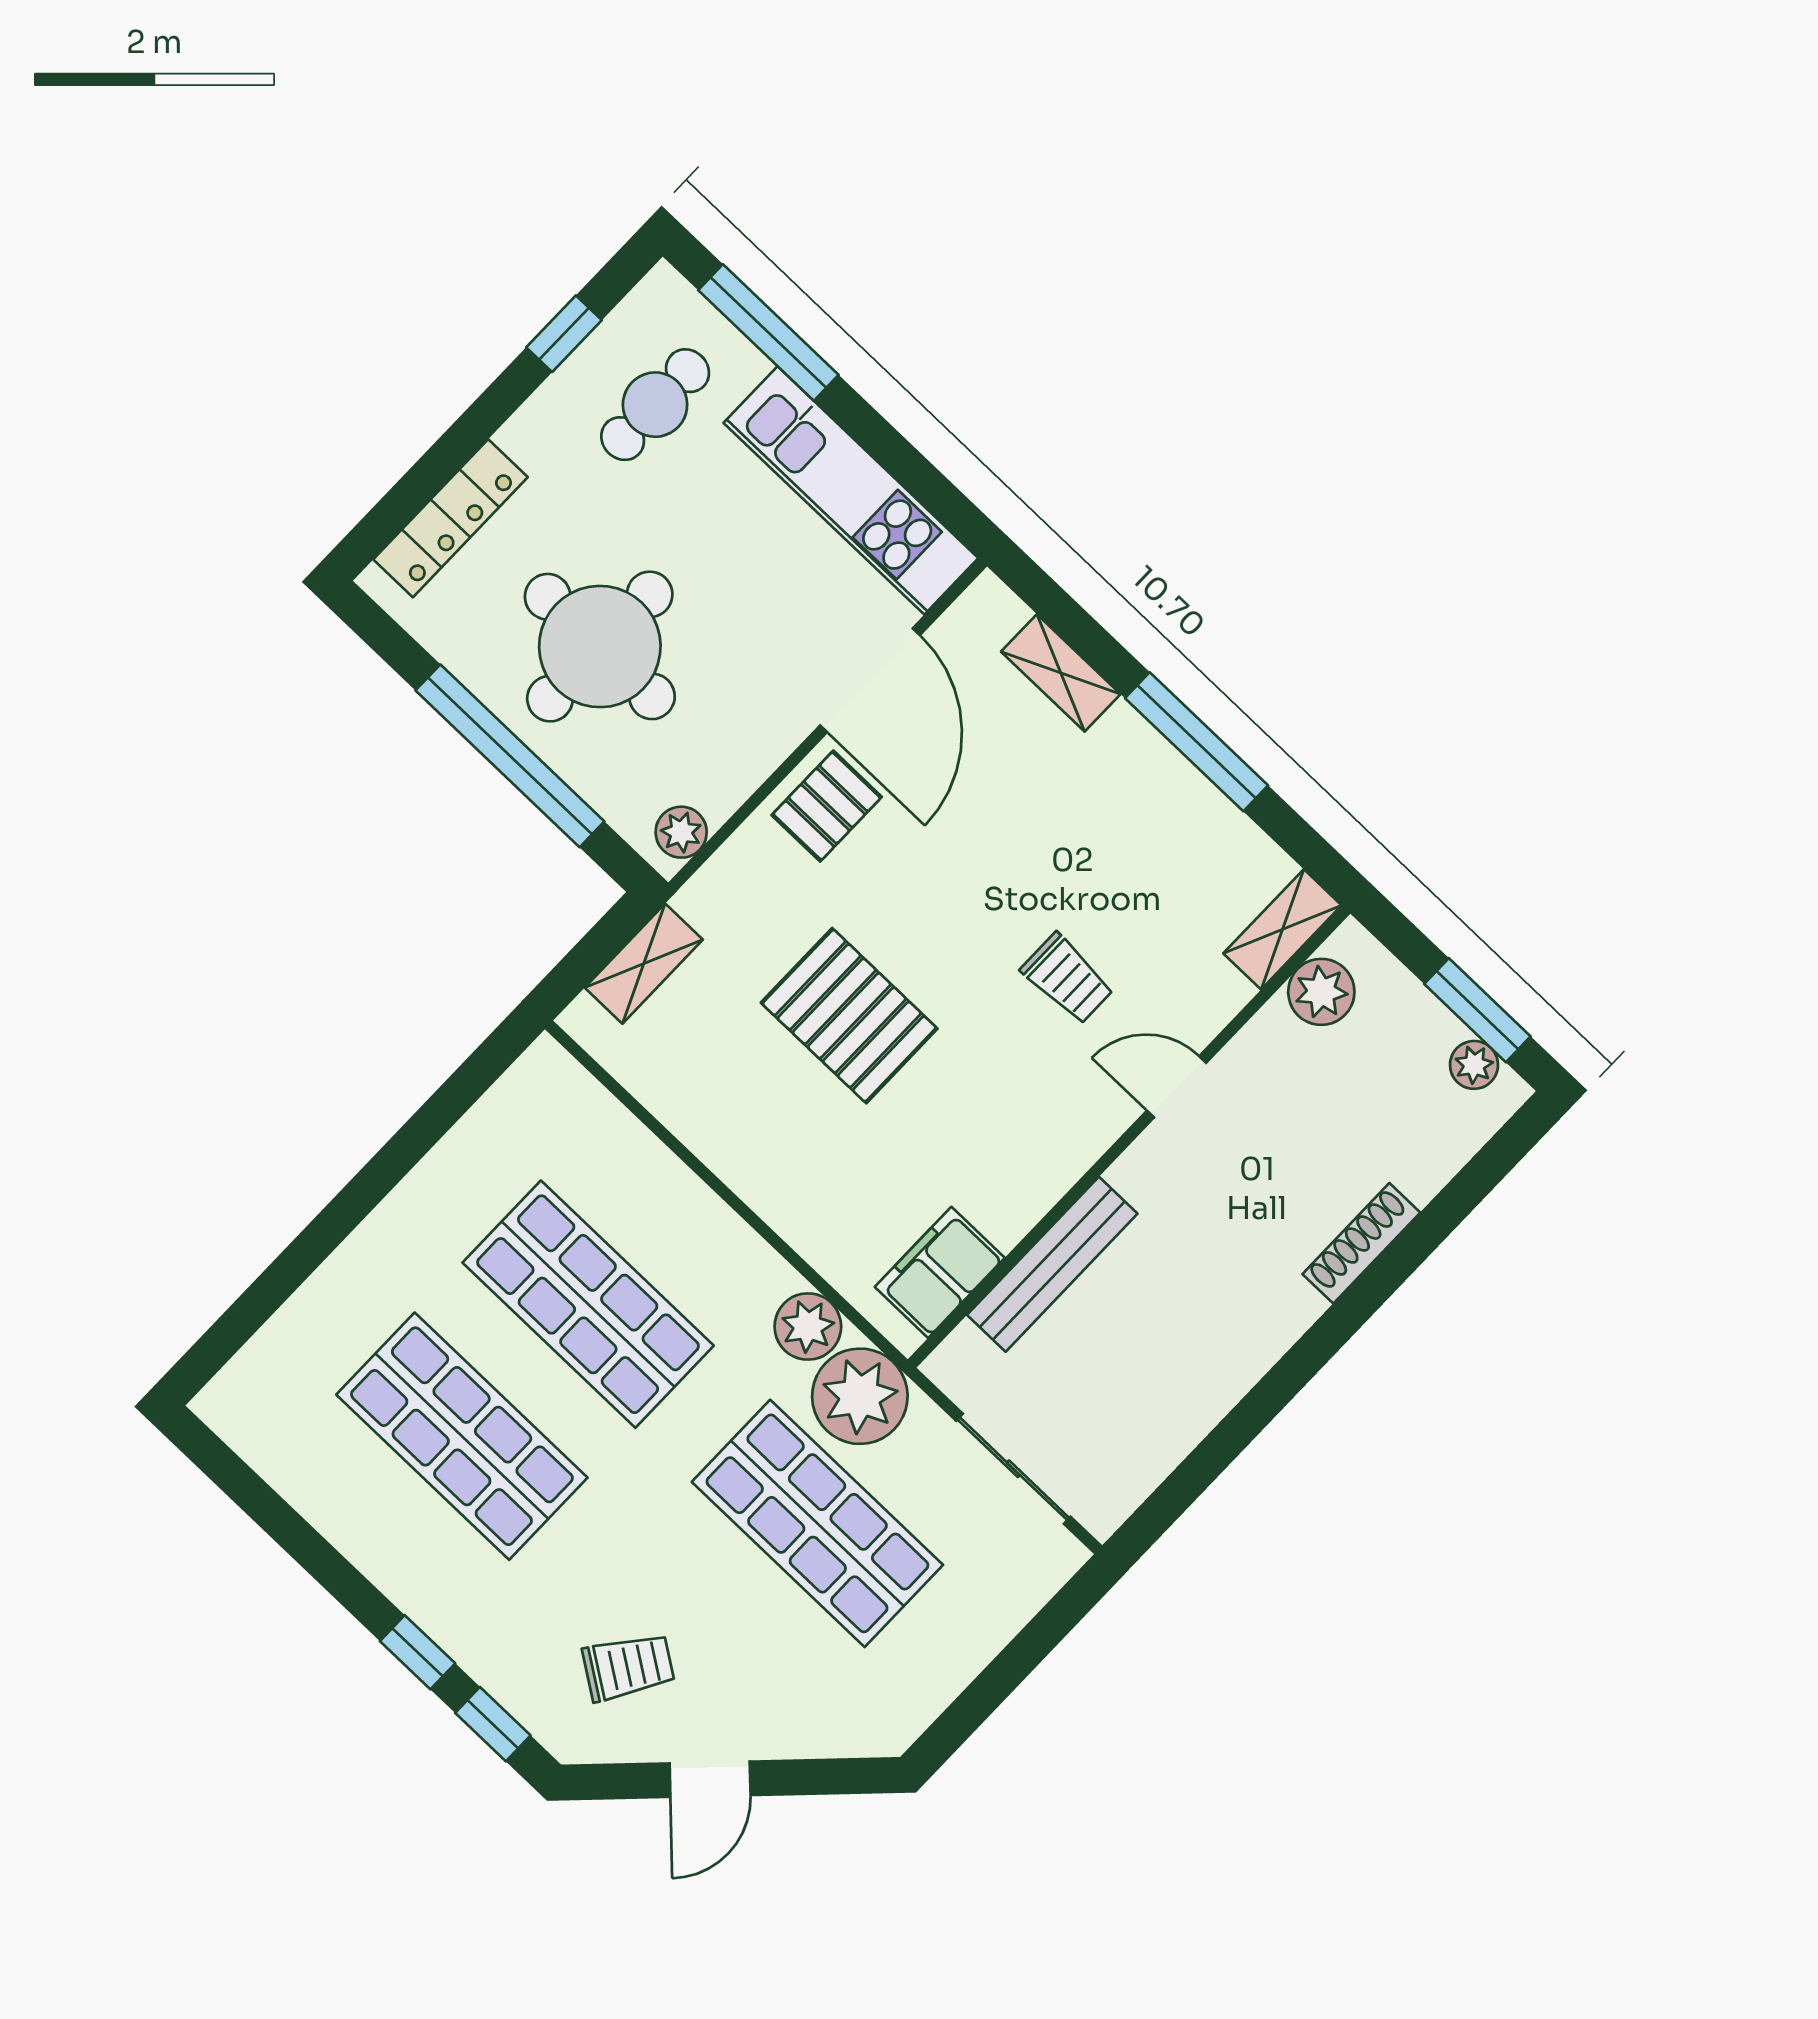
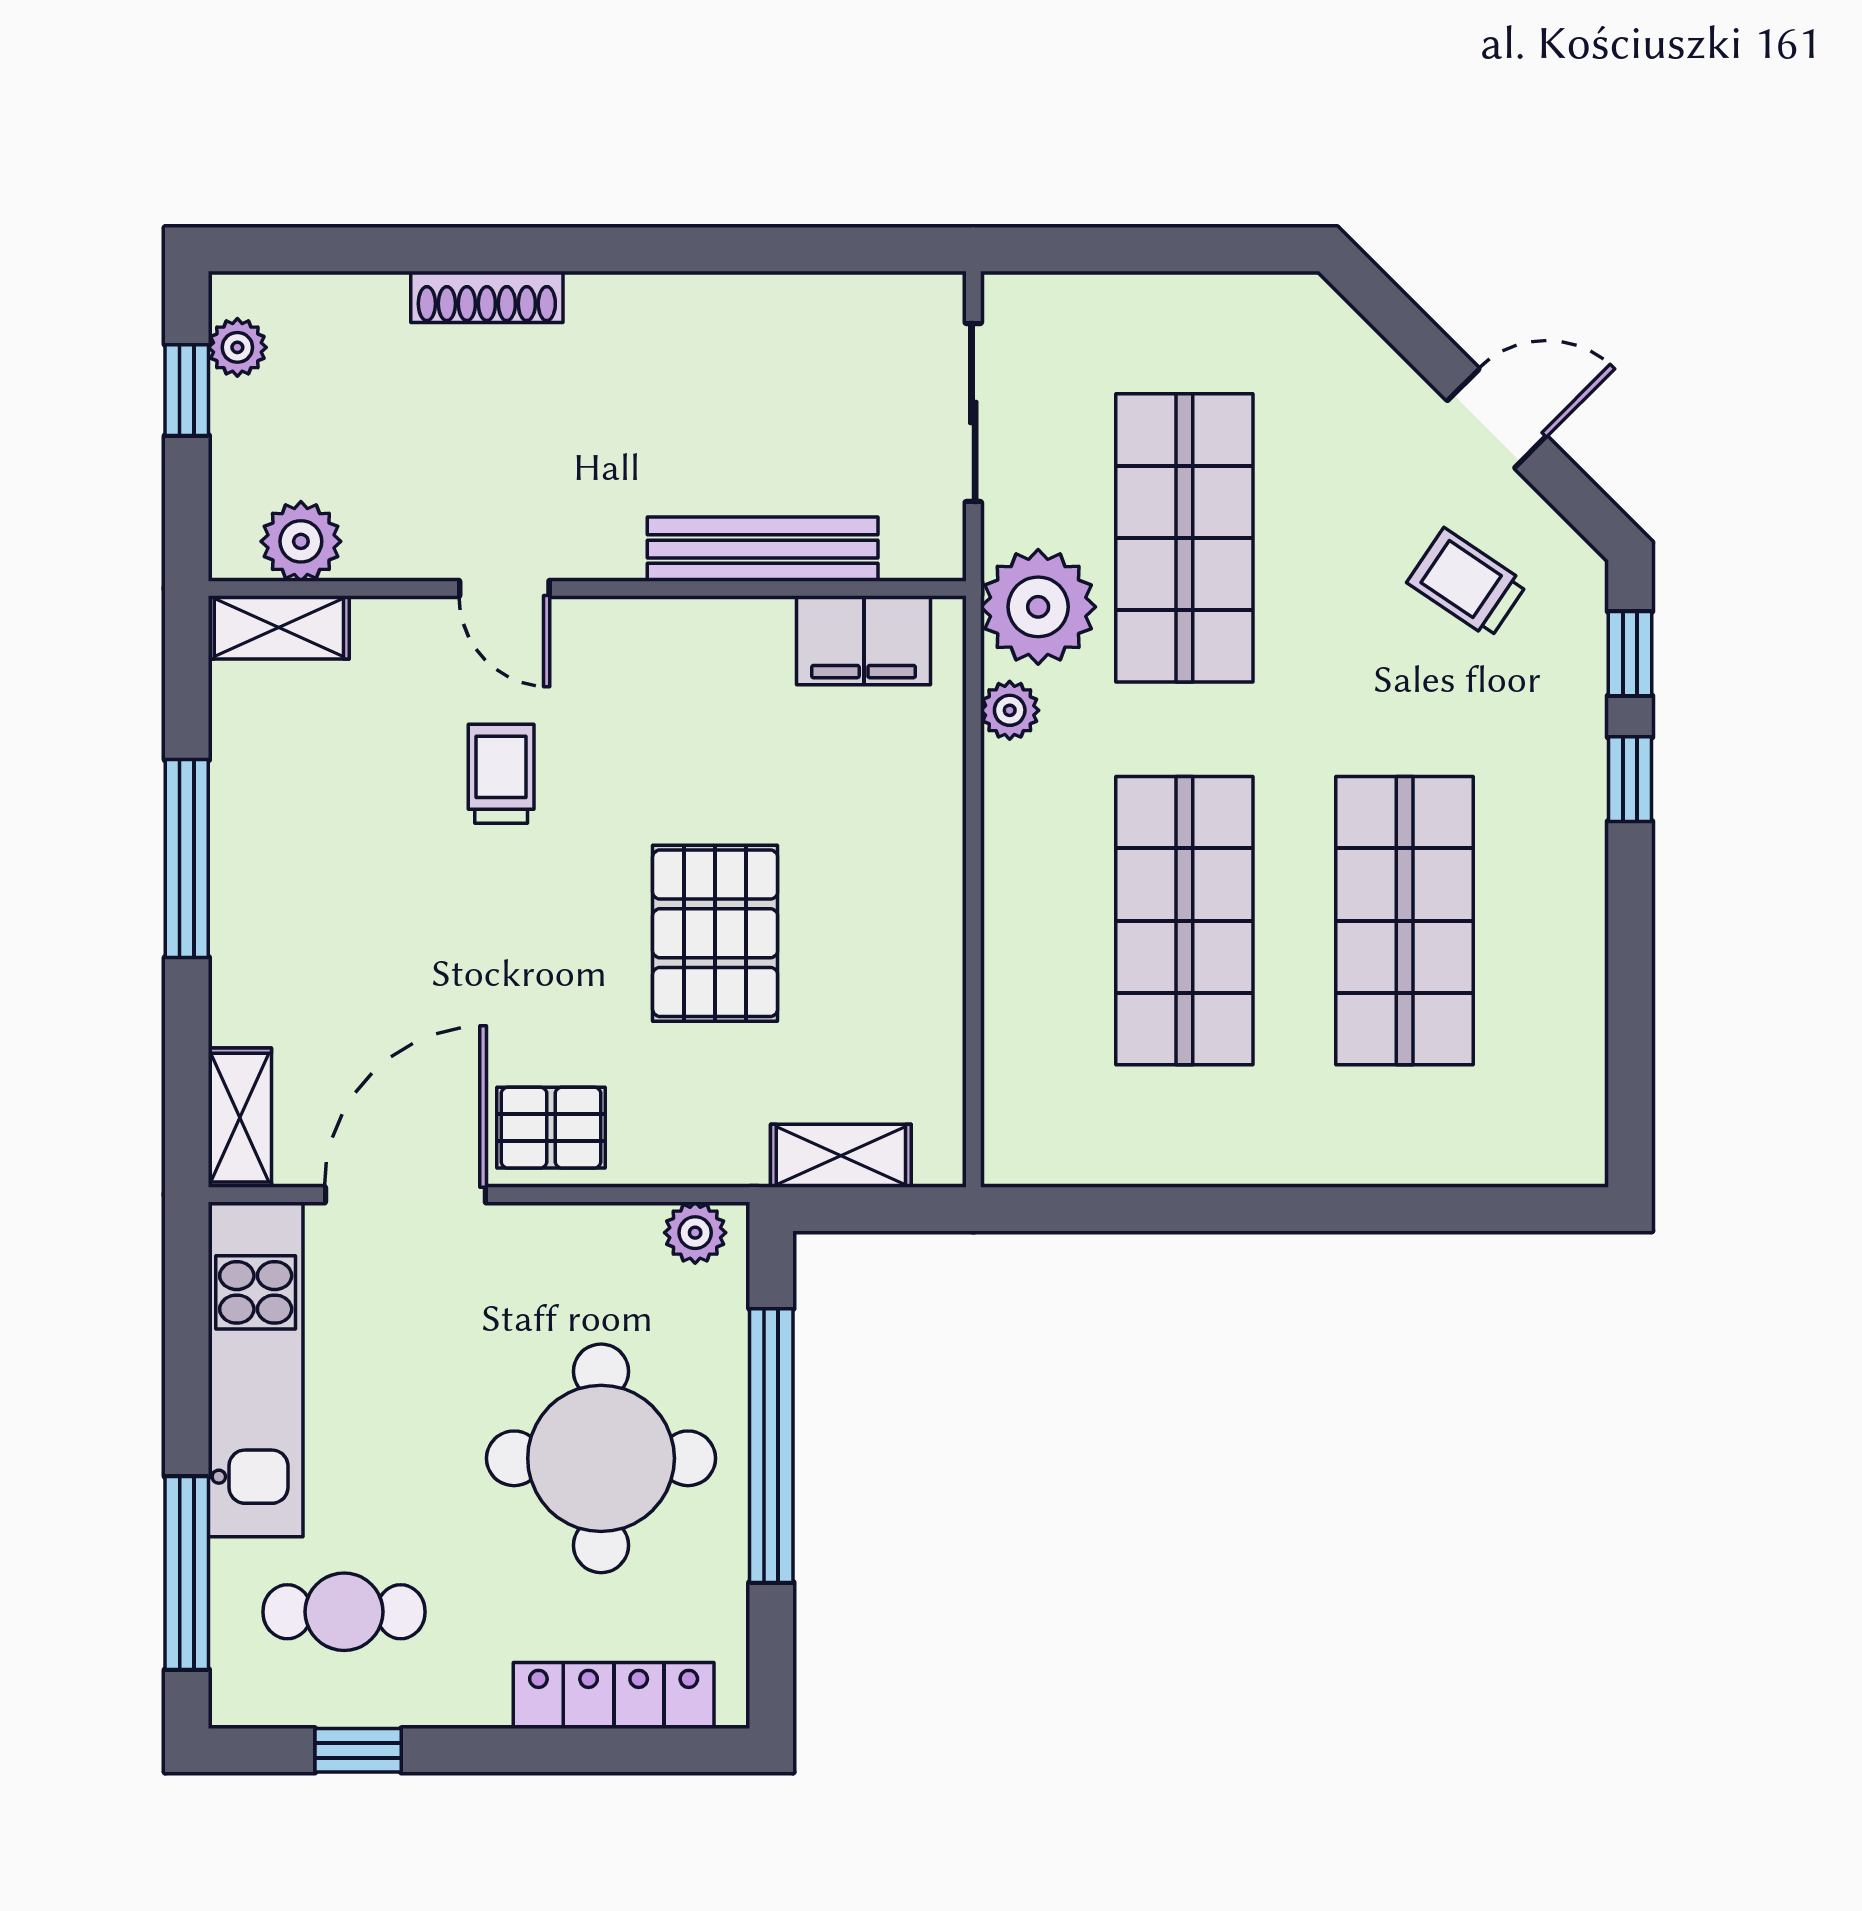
shelving: (1061, 673) -> (240, 1118), moved
window: (1477, 1010) -> (187, 390), width x0.67
plant: (808, 1327) -> (1010, 710), width x0.73, depth x0.73

